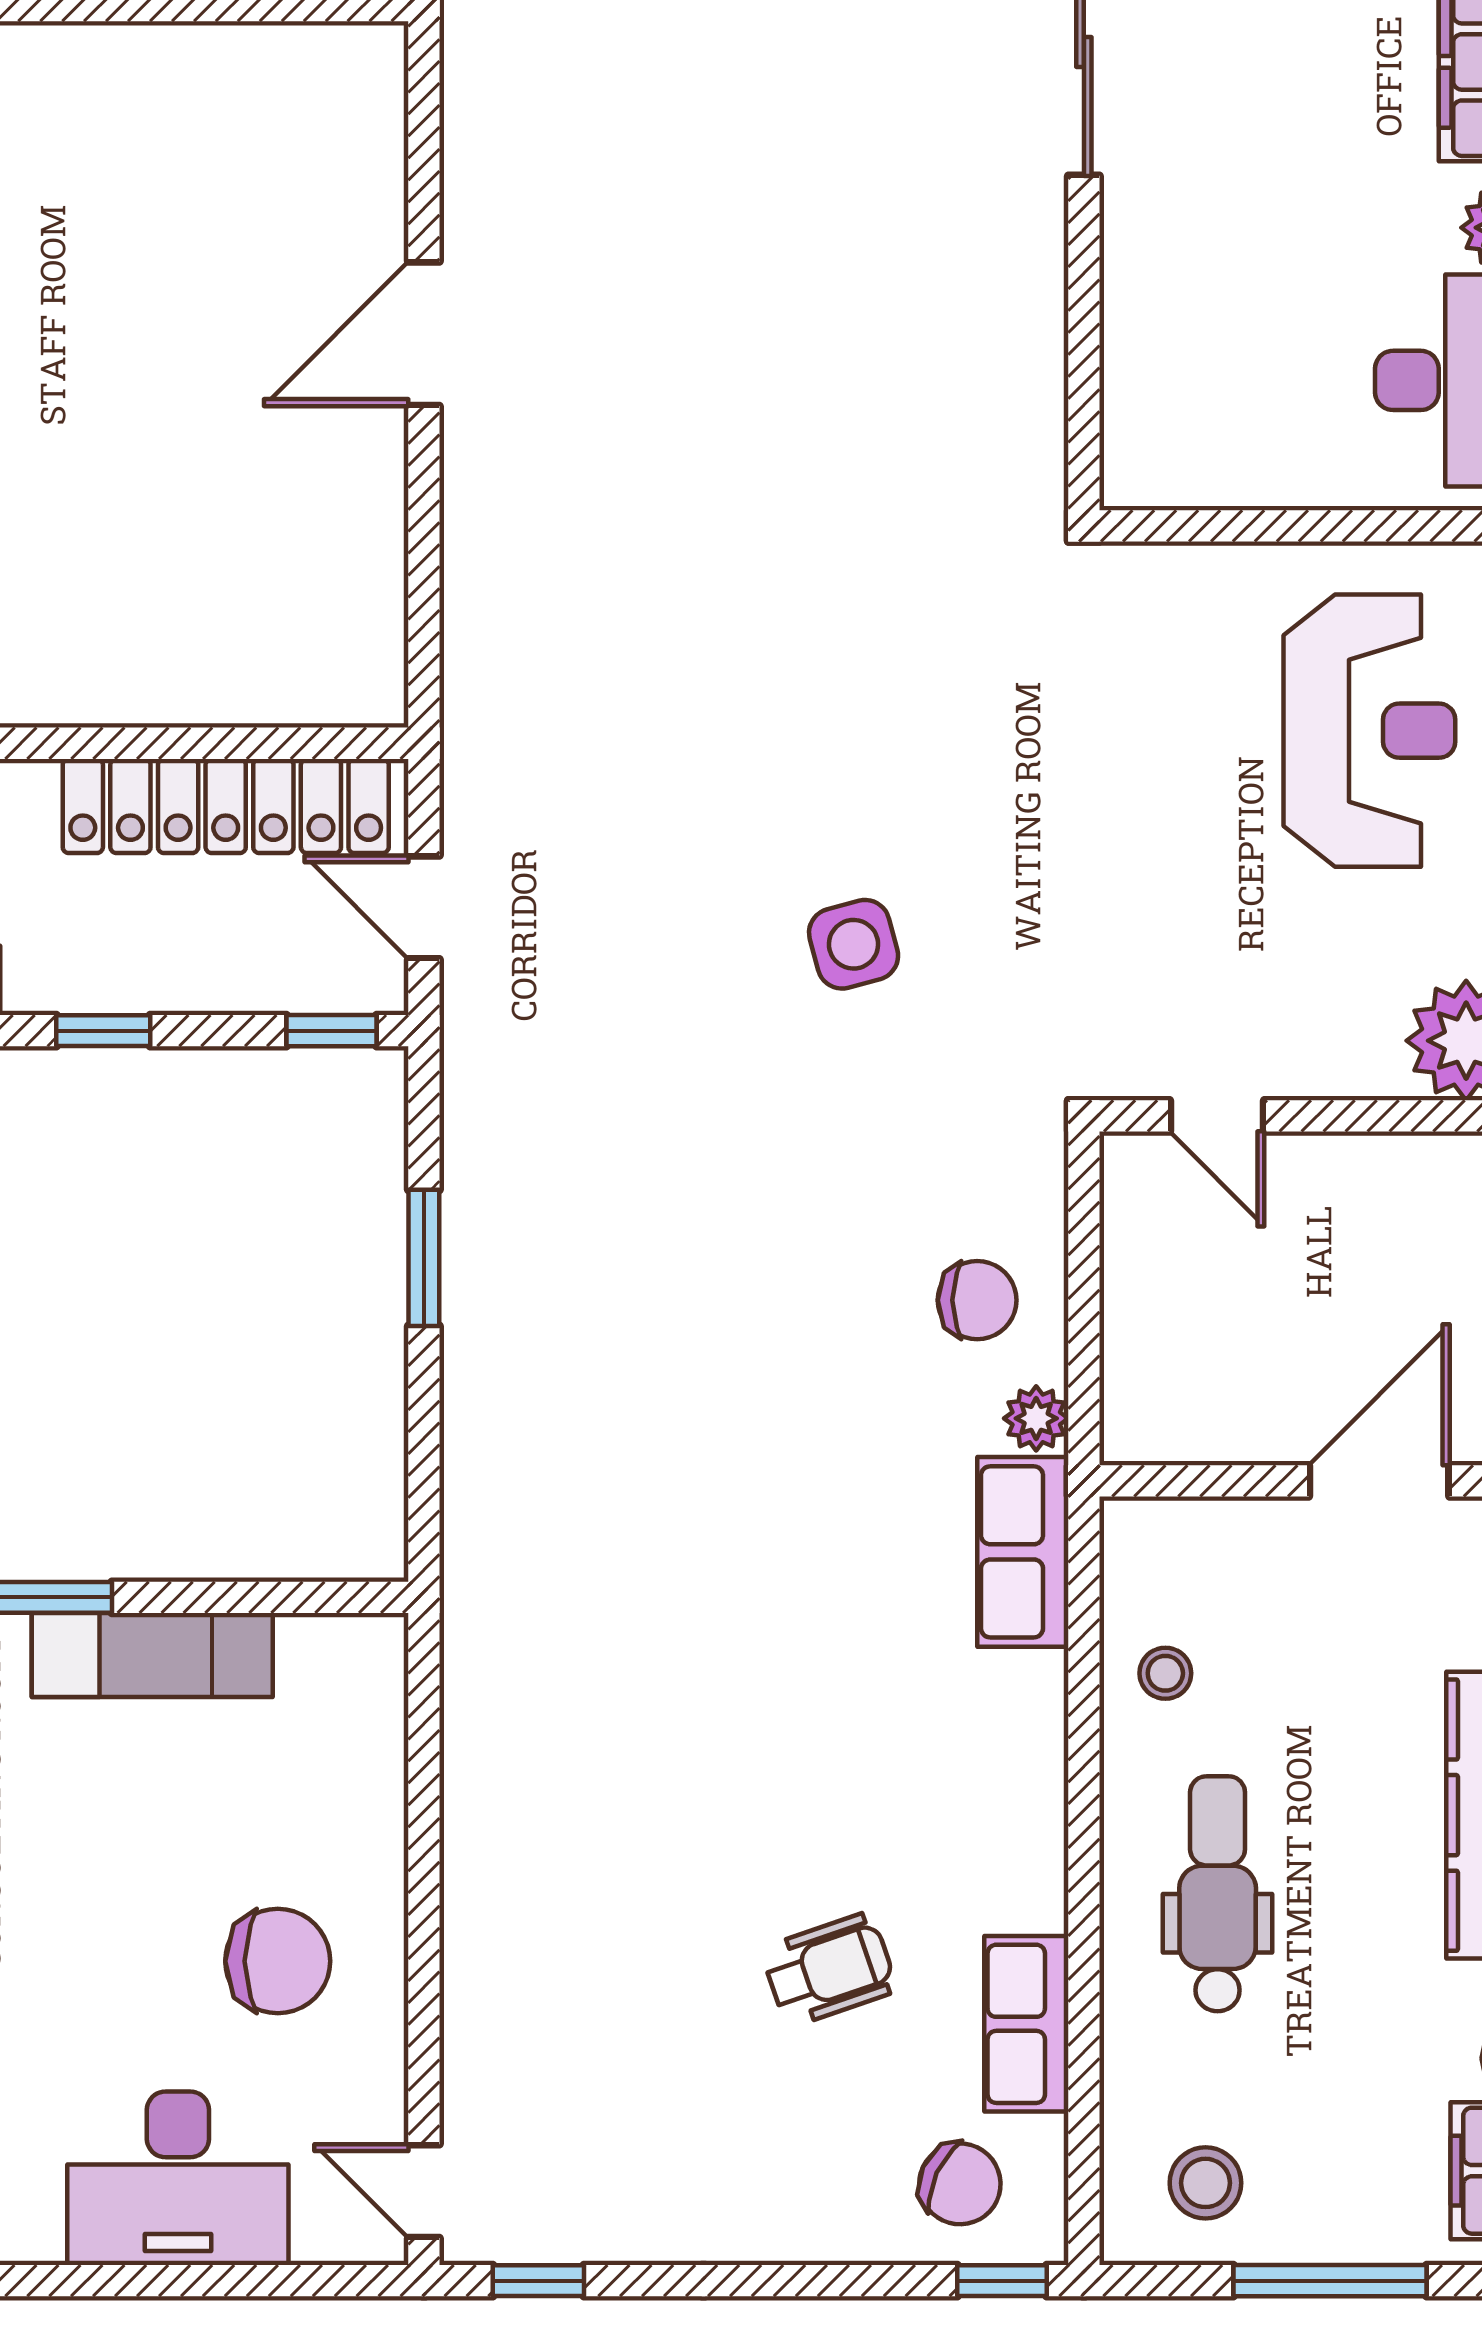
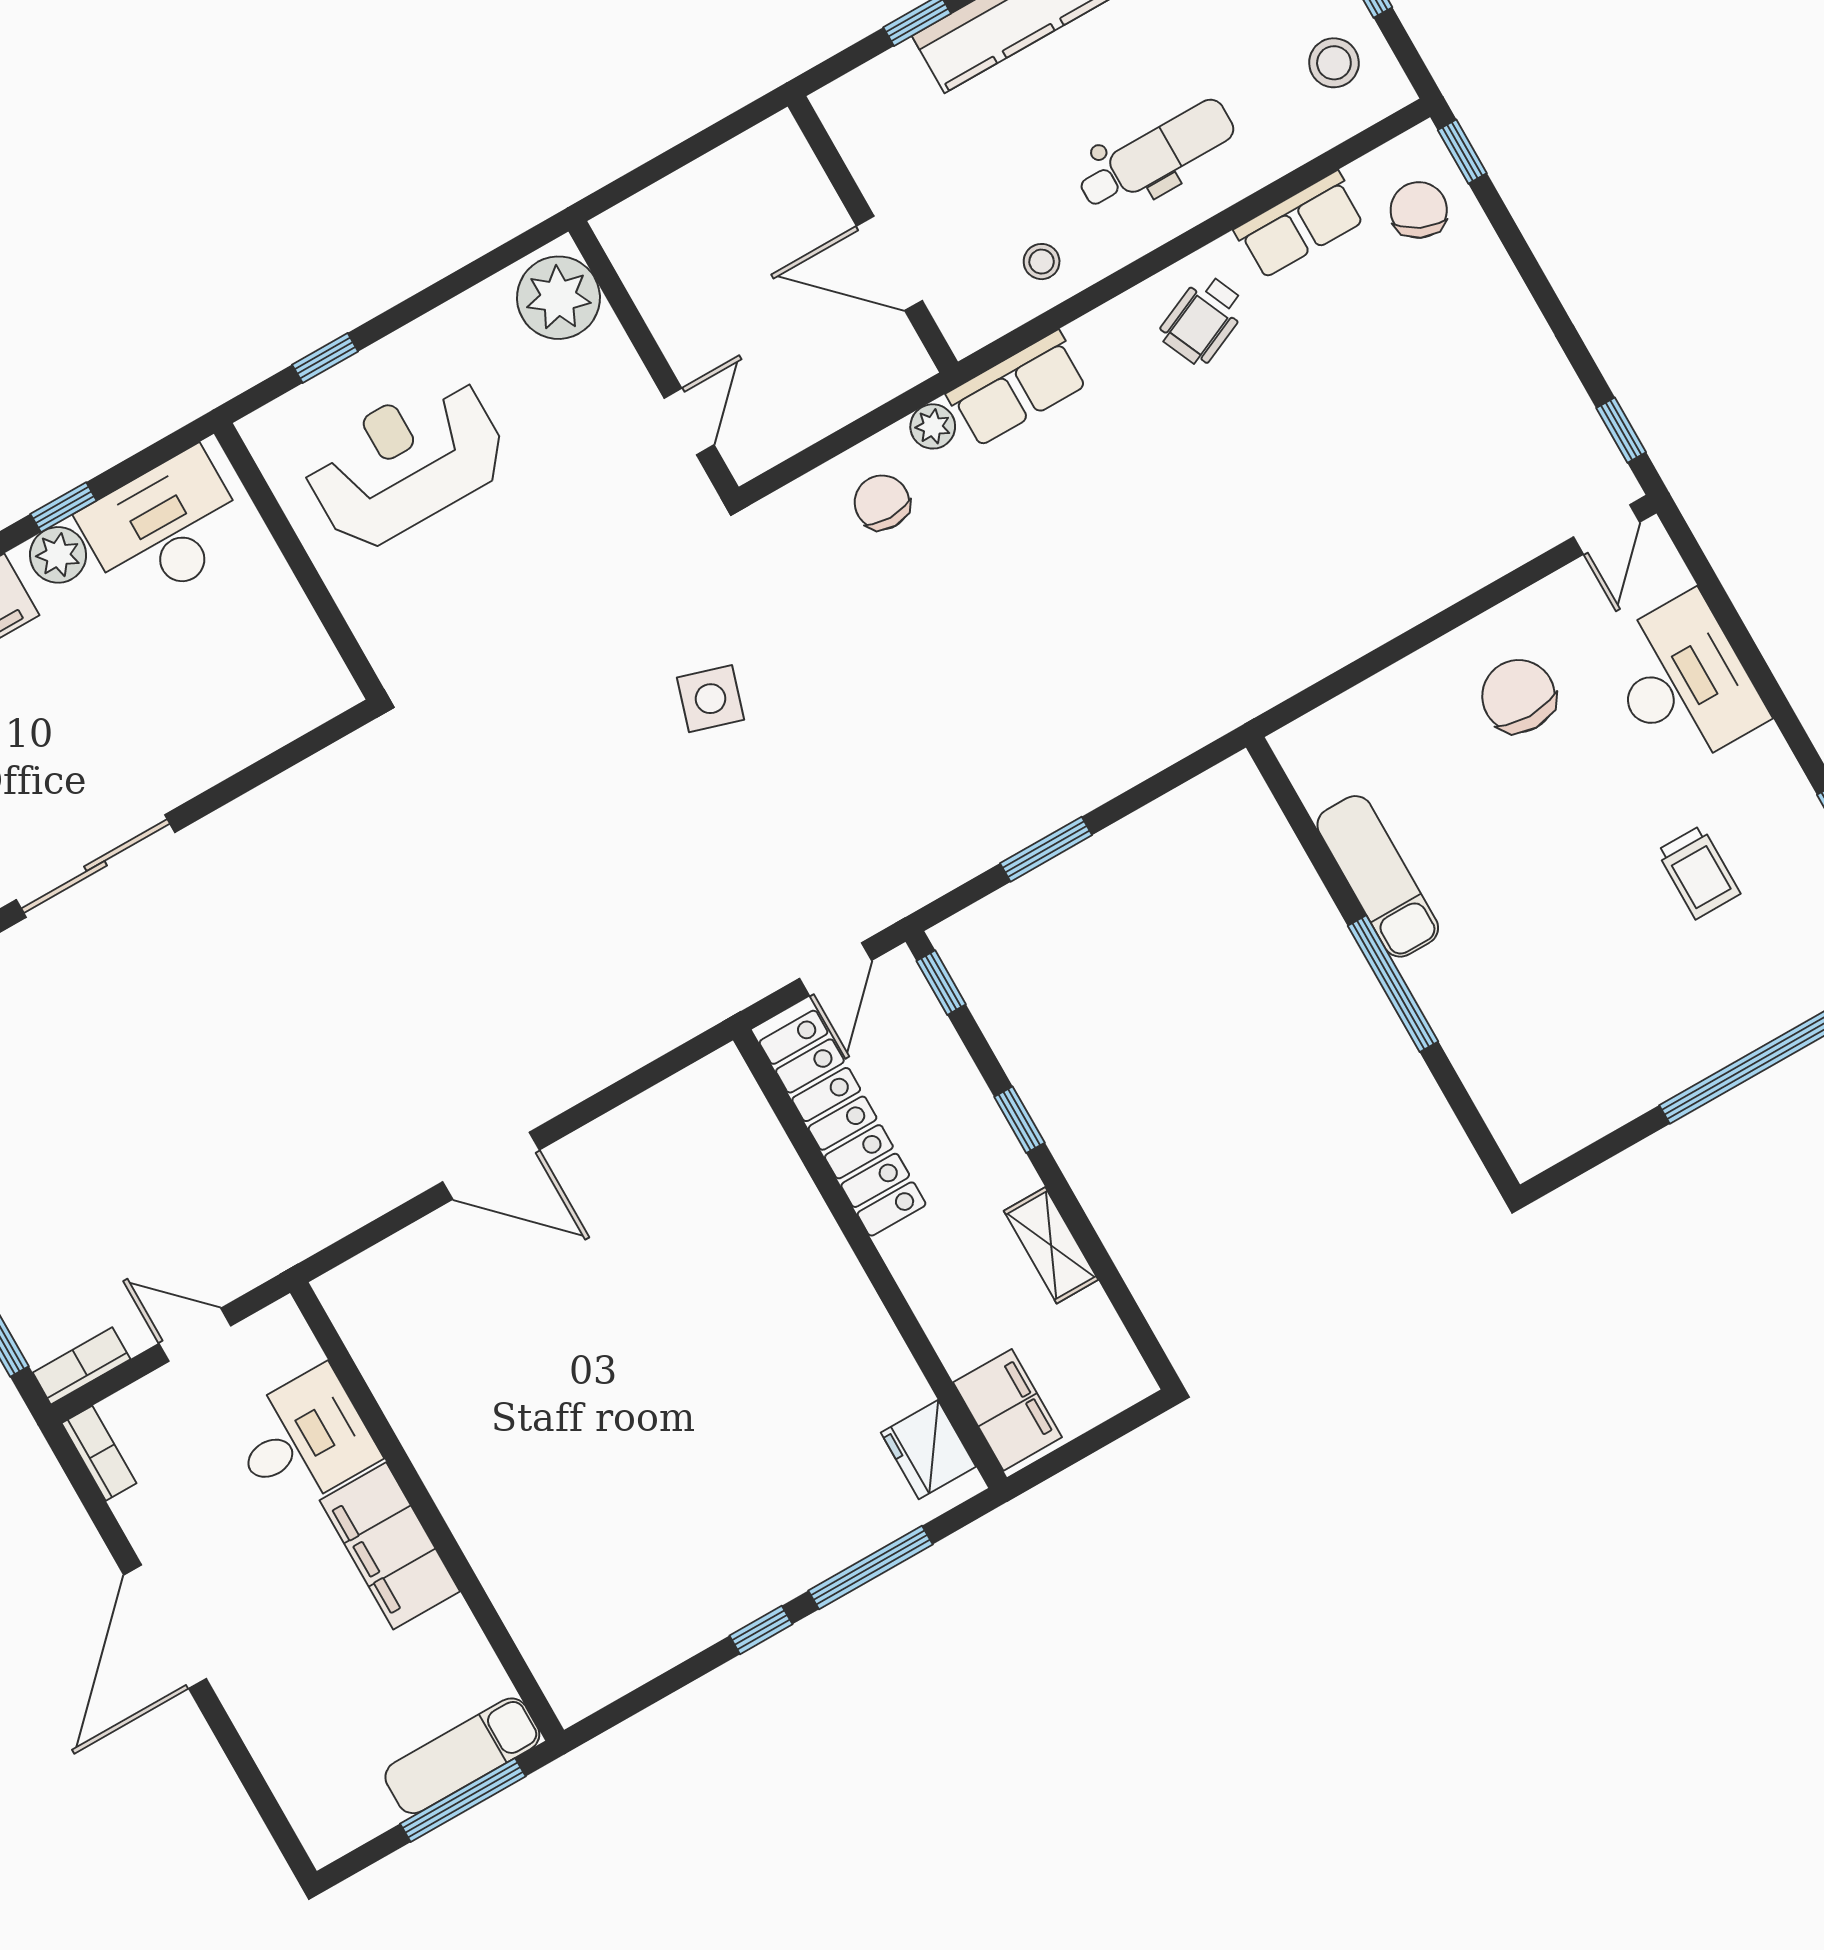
side table: (854, 944) -> (710, 699), turned 32
door: (1379, 1481) -> (889, 263), moved
dental chair: (1218, 1894) -> (1156, 155), turned 180
wheelchair: (829, 1970) -> (1203, 320), moved, turned -95

